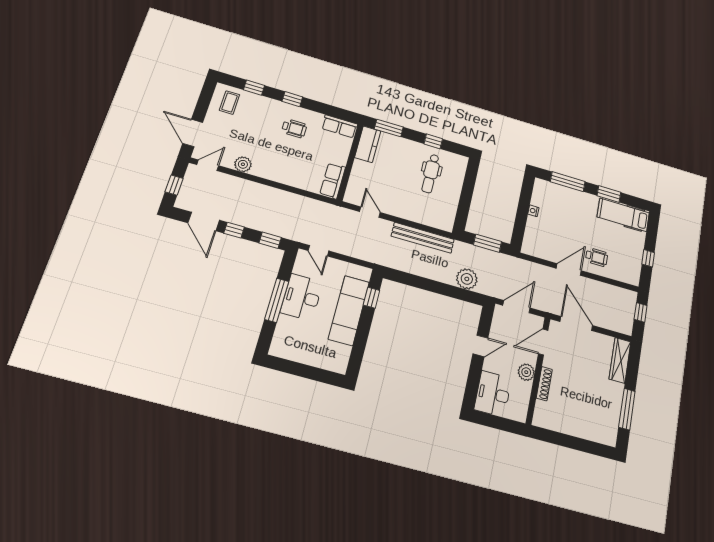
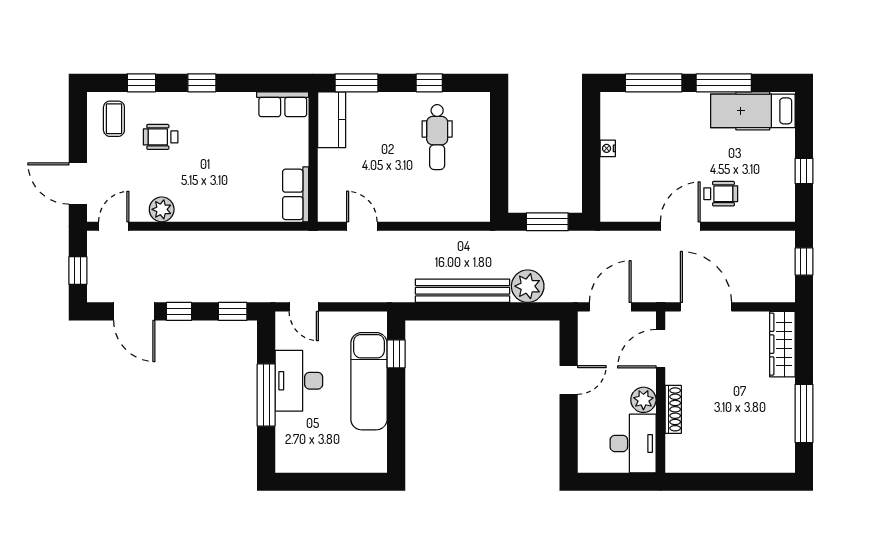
wheelchair: (294, 128) -> (161, 137), moved, turned 180
window: (609, 194) -> (724, 83), width x1.44
bench: (423, 238) -> (463, 291), moved
desk: (493, 394) -> (633, 443), moved, turned 180

